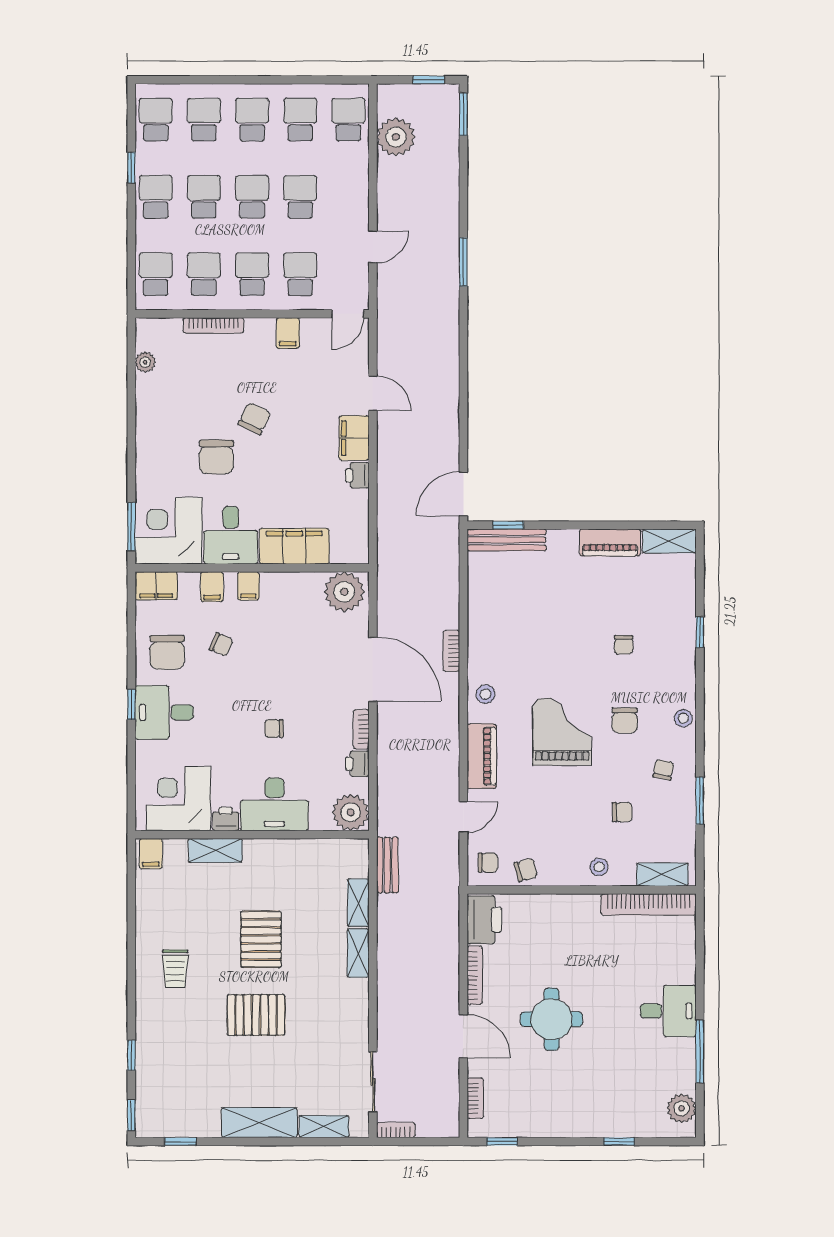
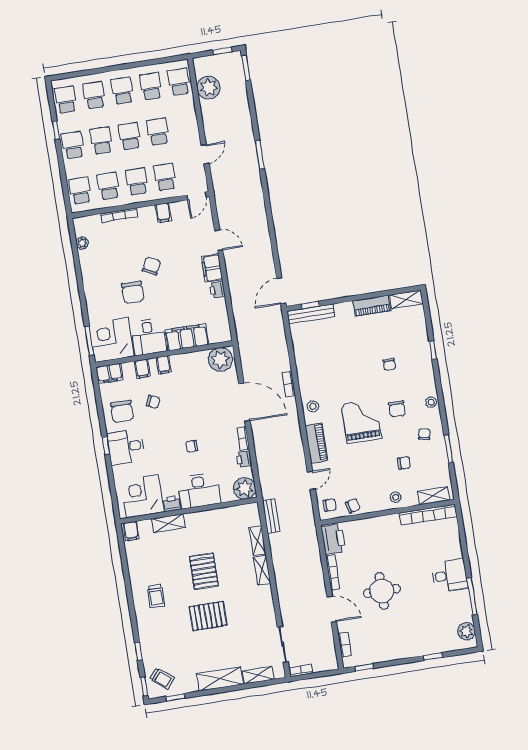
trolley: (163, 1107) -> (162, 678), added

